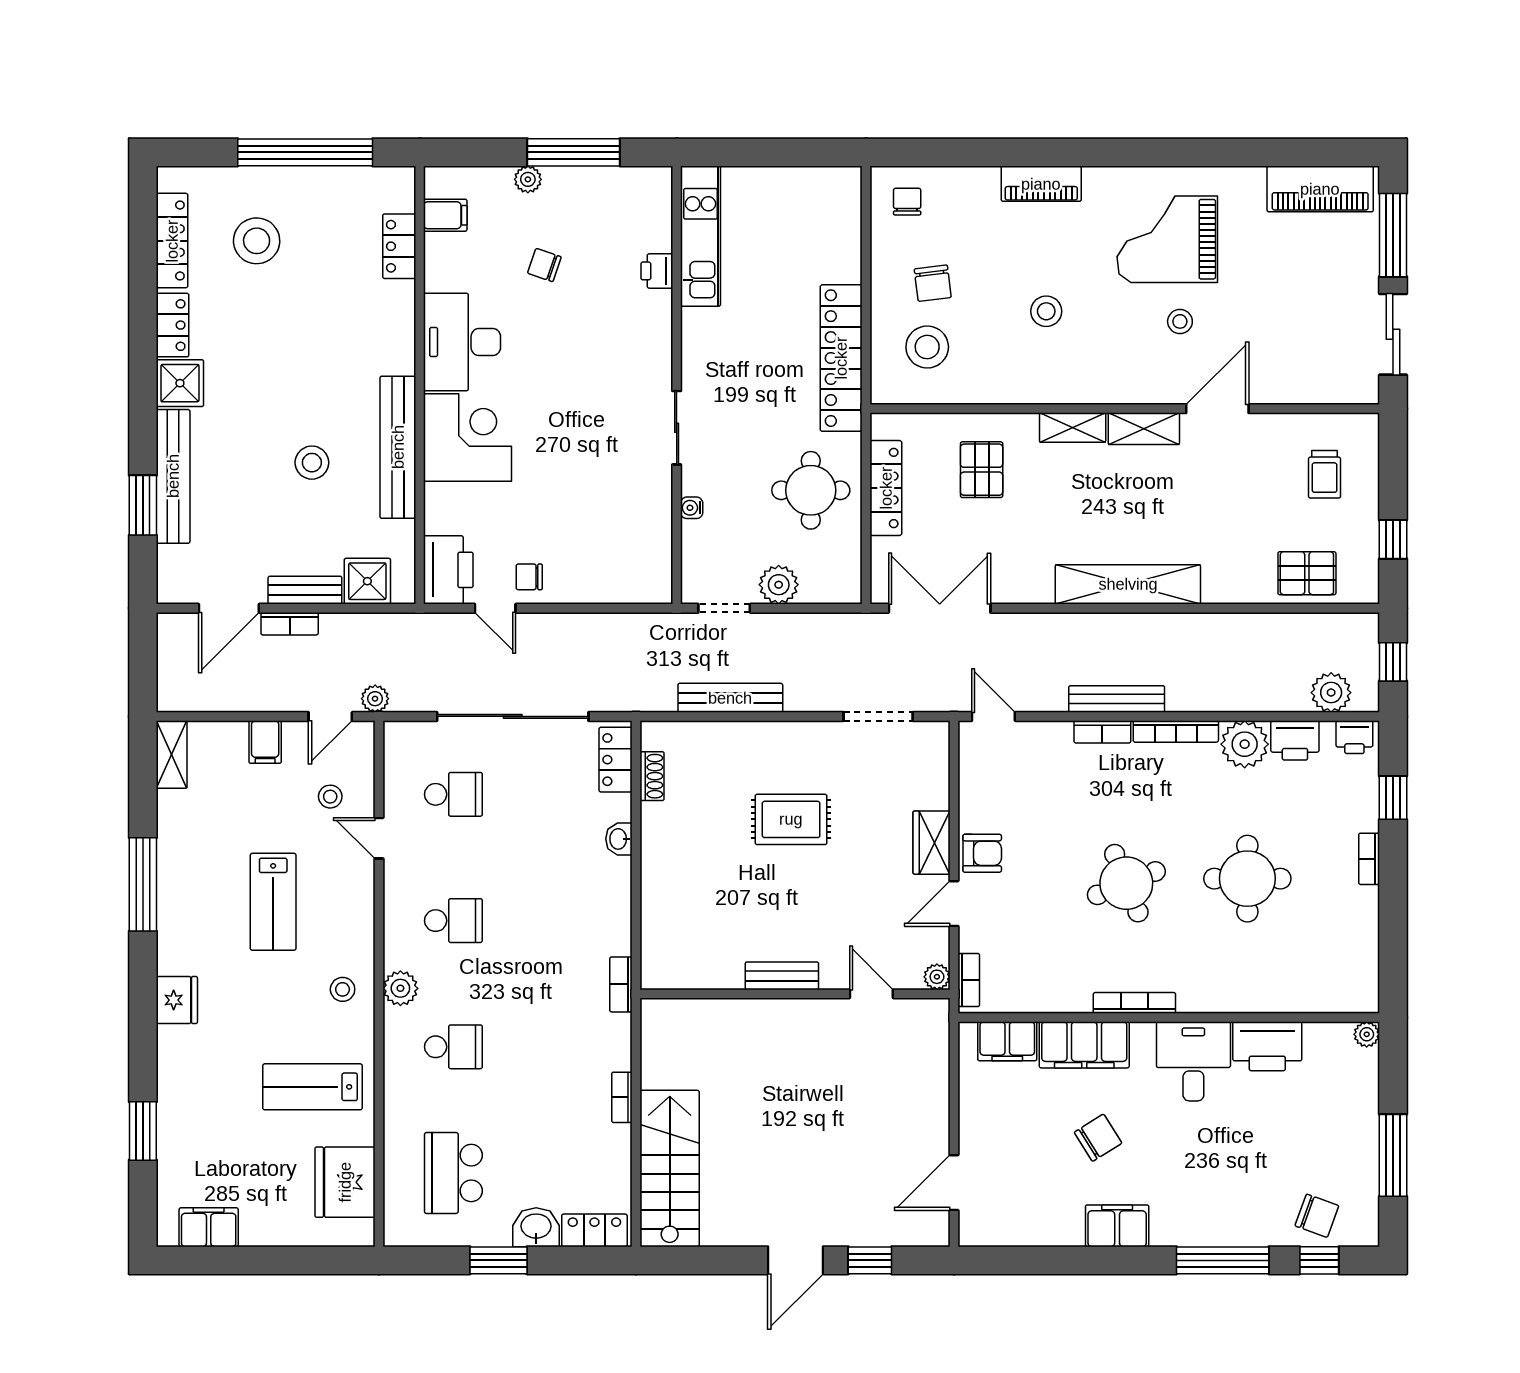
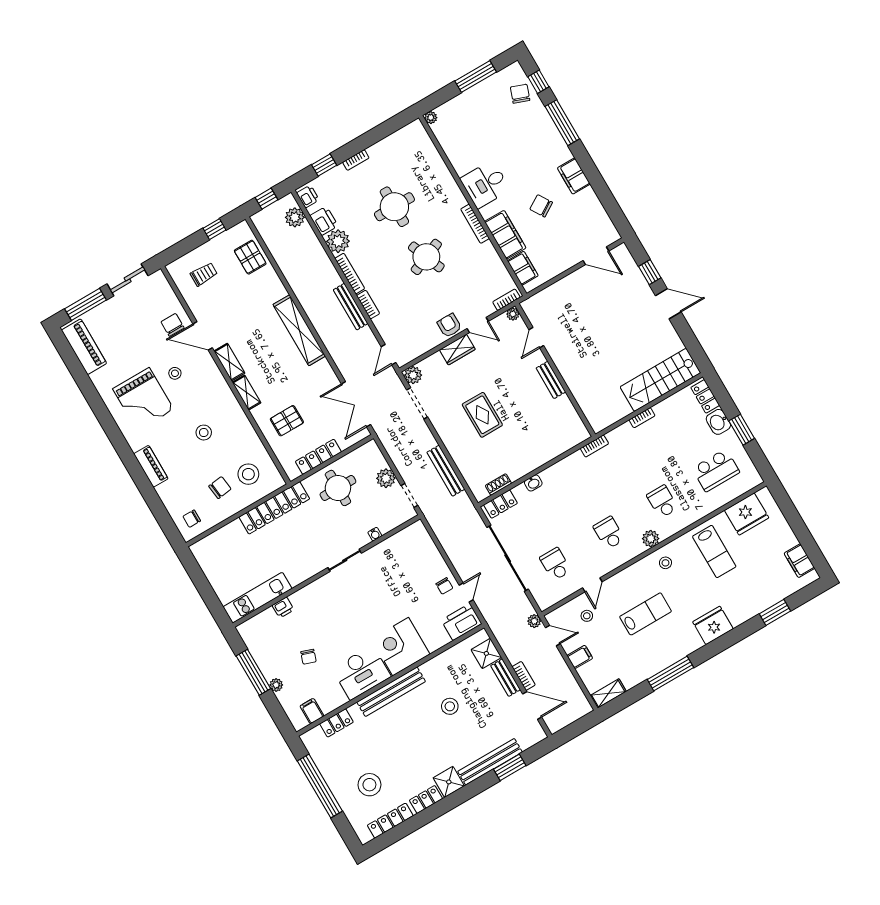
chair: (1268, 367) -> (173, 325), added
bench: (398, 447) -> (391, 692), moved
plant: (932, 738) -> (413, 375), added
fridge: (177, 1000) -> (713, 625), width x1.36, depth x1.34
printer: (1267, 1046) -> (461, 157), removed

